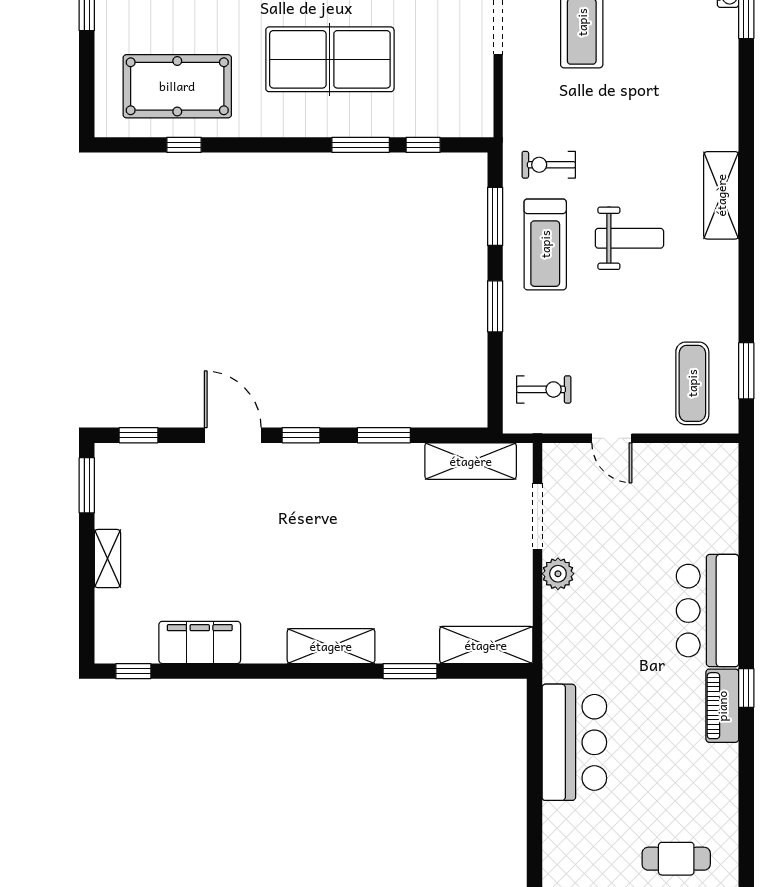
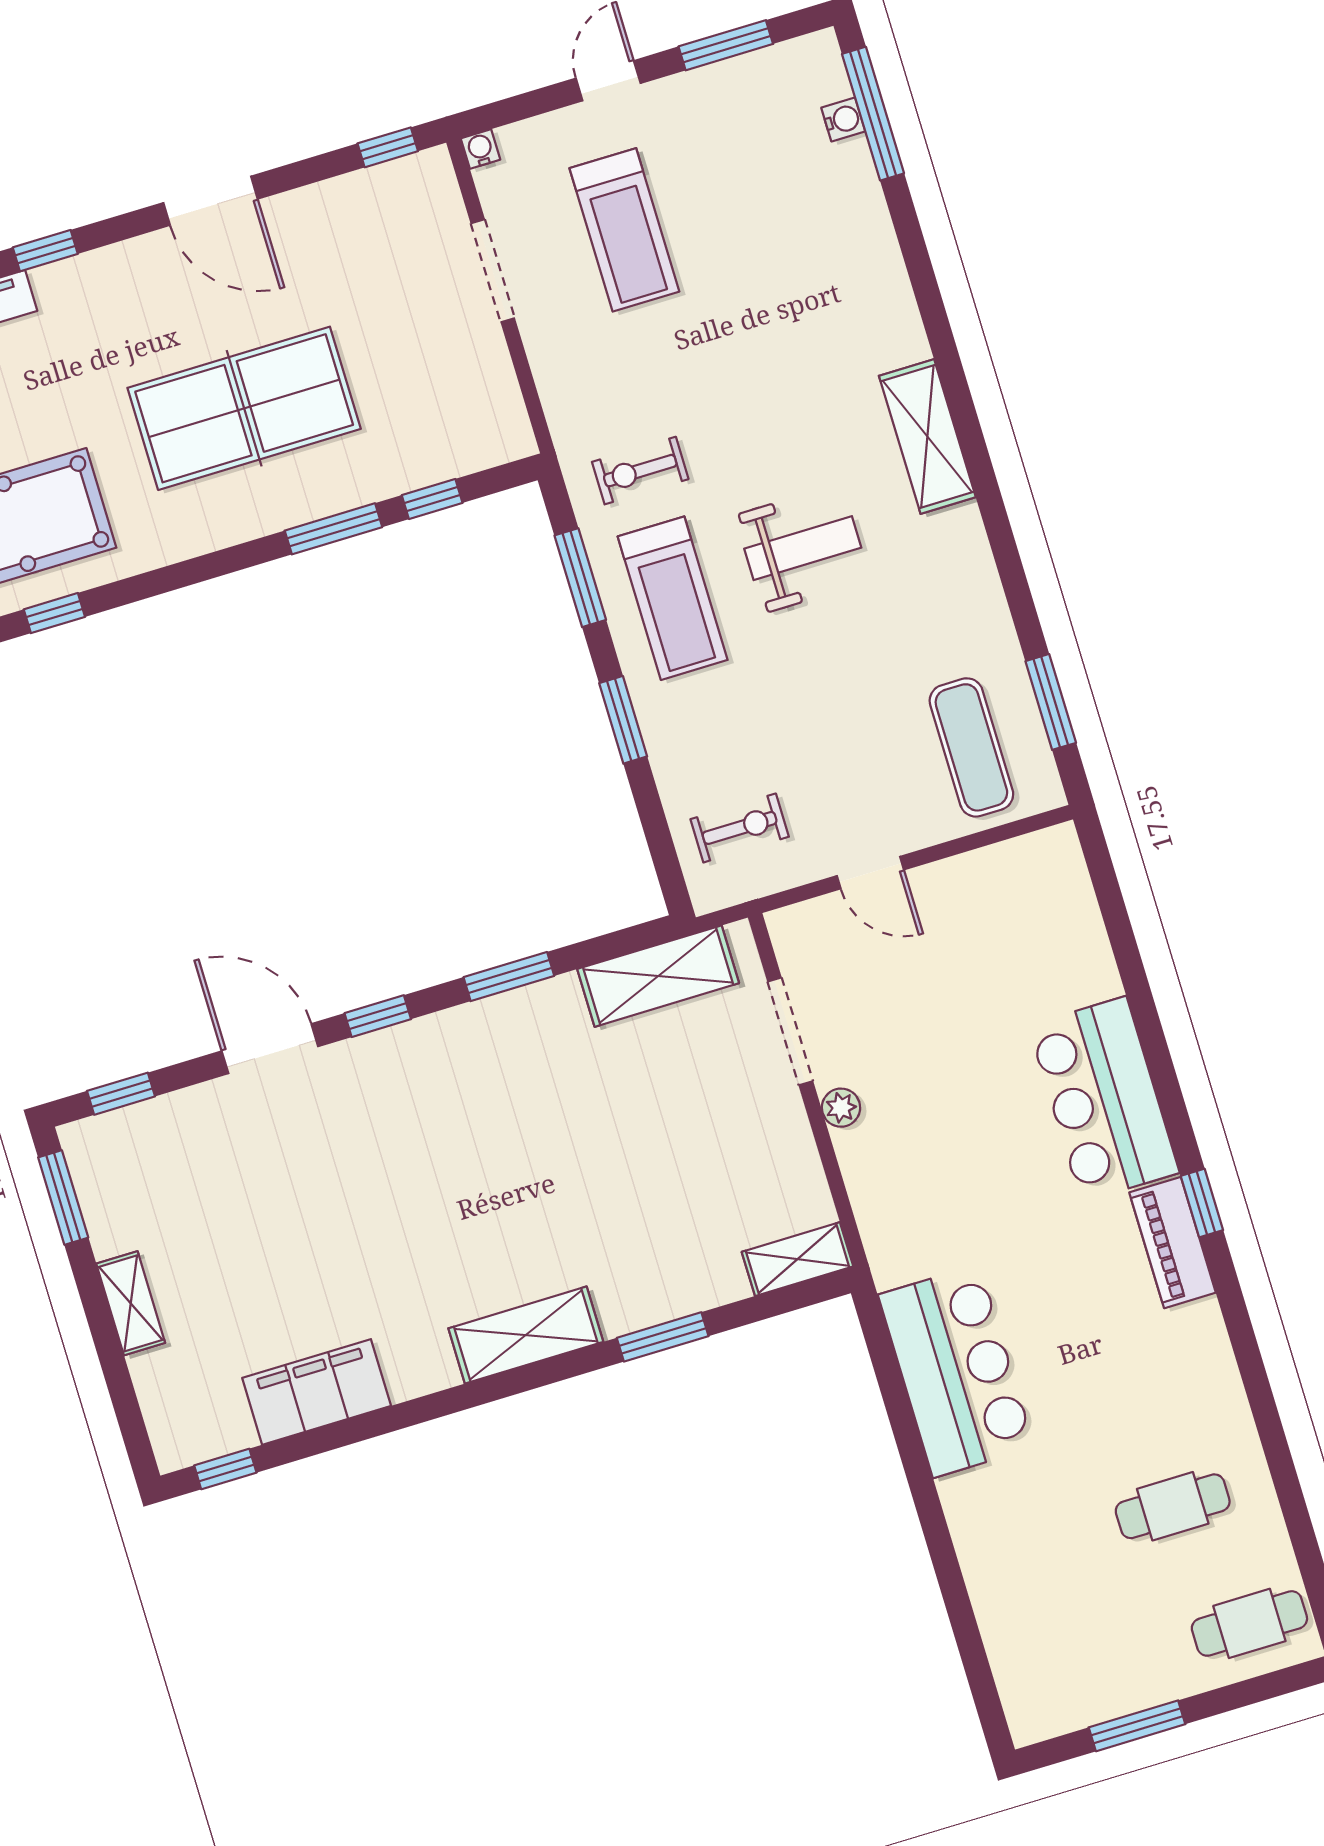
plant: (558, 574) -> (841, 1108), width x0.73, depth x0.73
shelving: (486, 645) -> (798, 1259), width x0.67, depth x0.75

